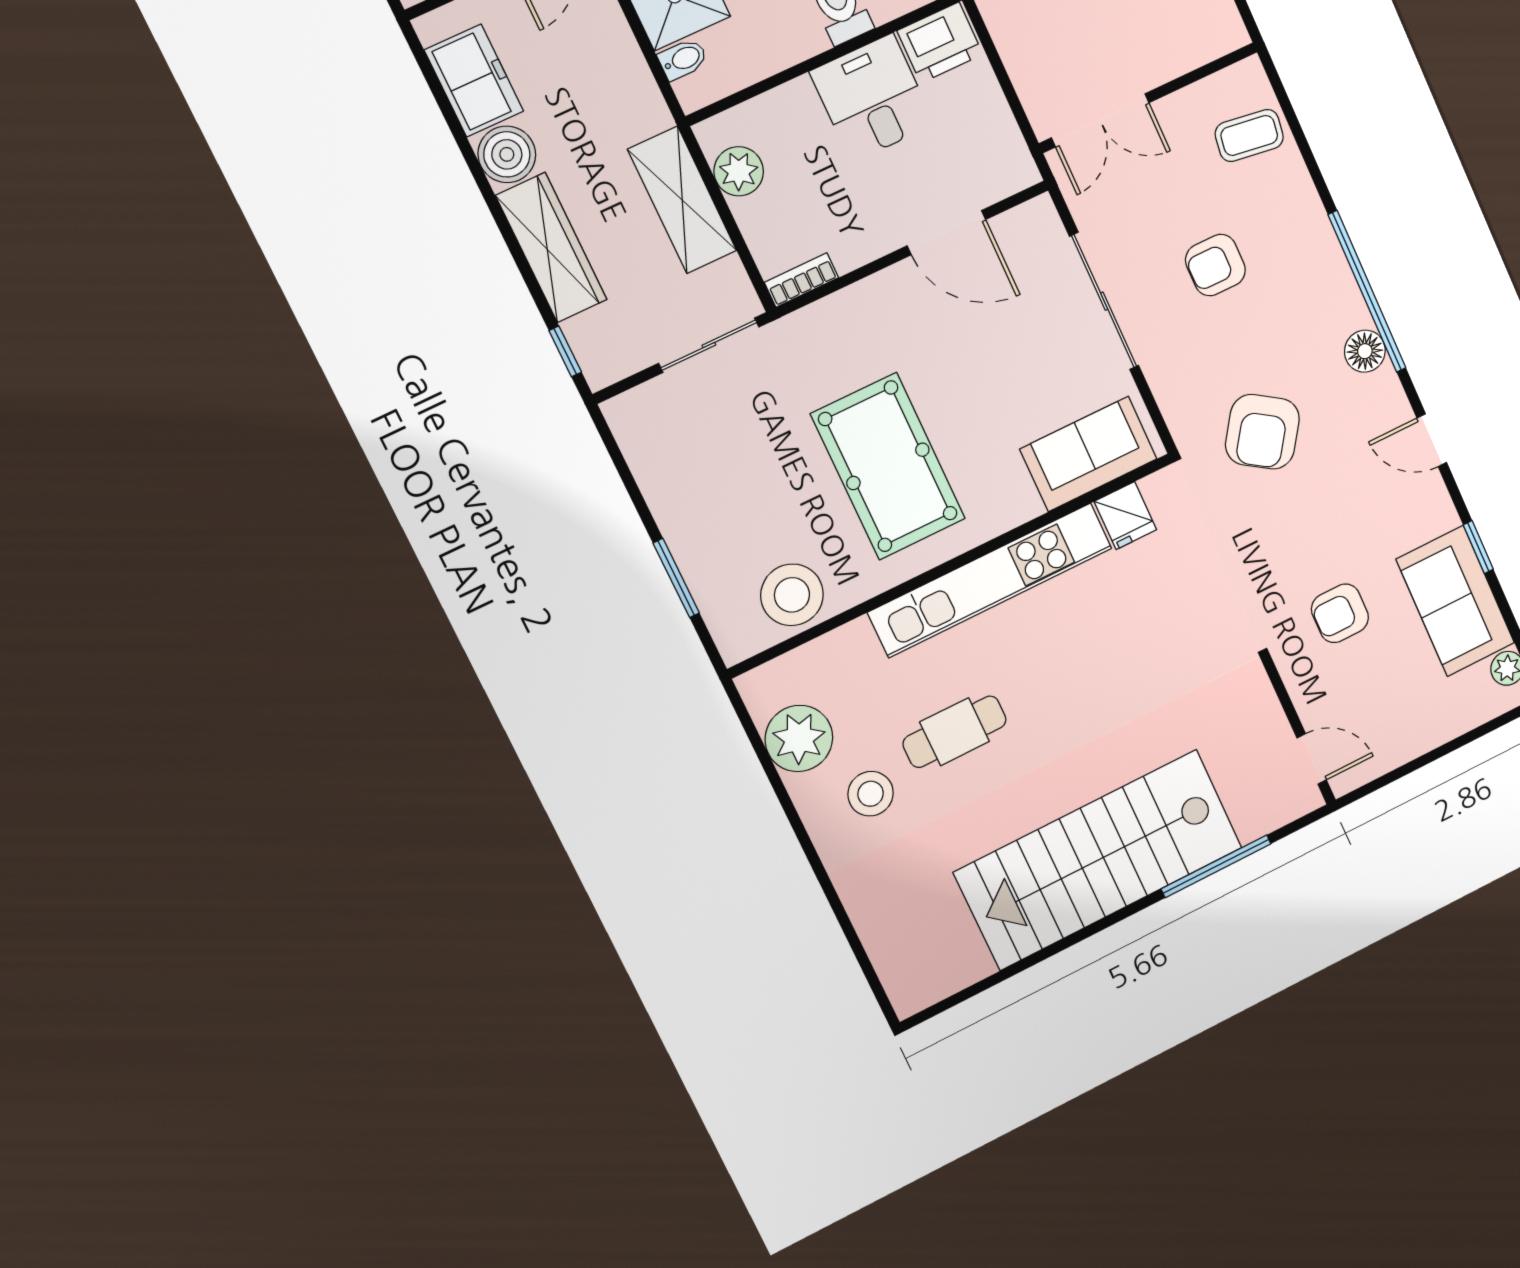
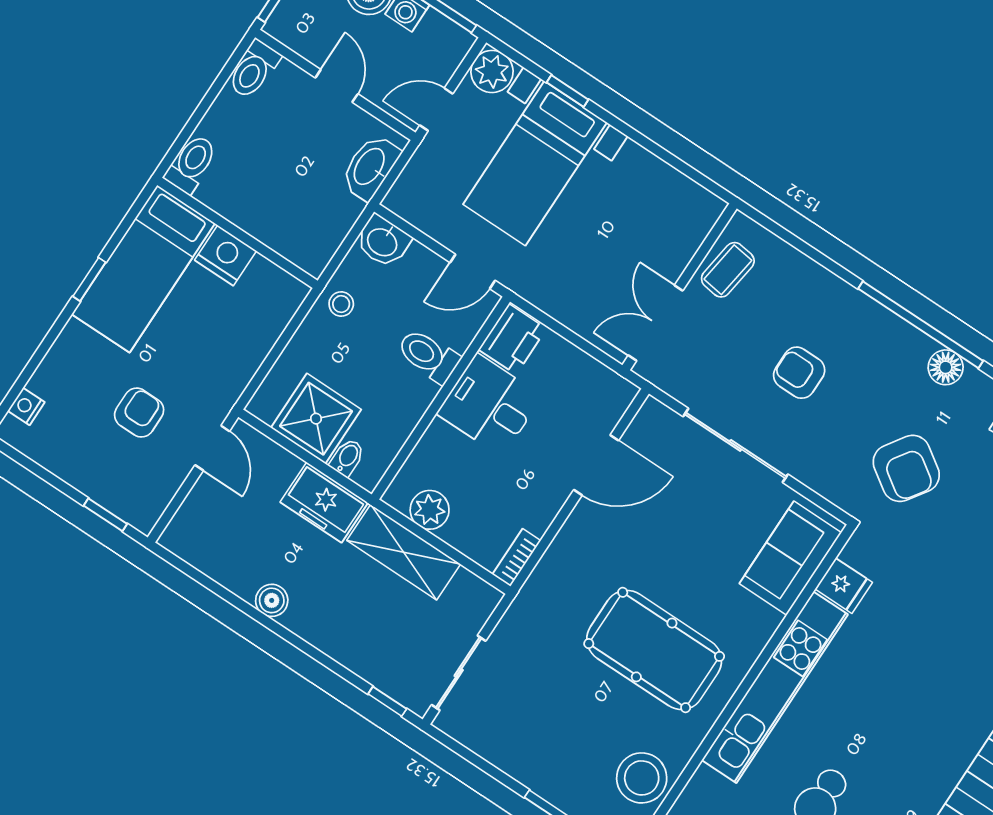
freezer: (474, 81) -> (324, 502), moved, turned 180
double door: (1100, 120) -> (655, 323), swing flipped
coffee table: (1249, 135) -> (728, 270), moved
boiler: (507, 154) -> (272, 600), width x0.73, depth x0.73
wardrobe: (551, 248) -> (336, 637), removed
armchair: (1215, 265) -> (799, 373), turned 90
sliding door: (709, 345) -> (459, 673), moved

